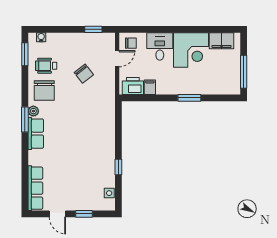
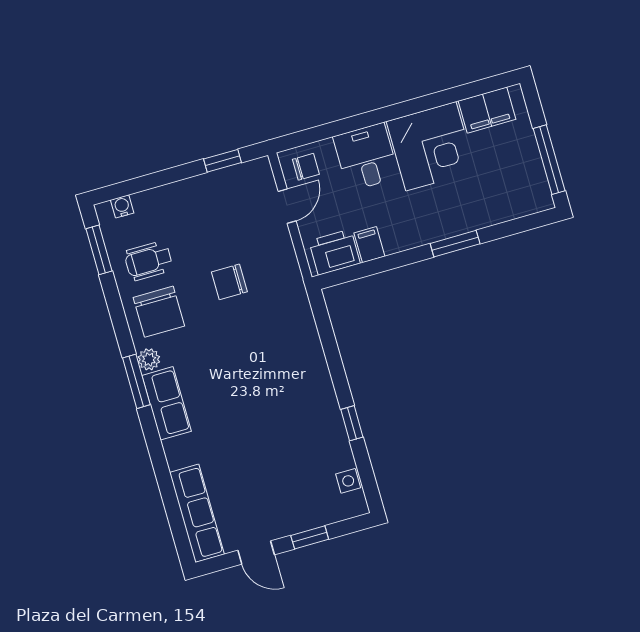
chair: (84, 74) -> (229, 282), moved, turned 128

